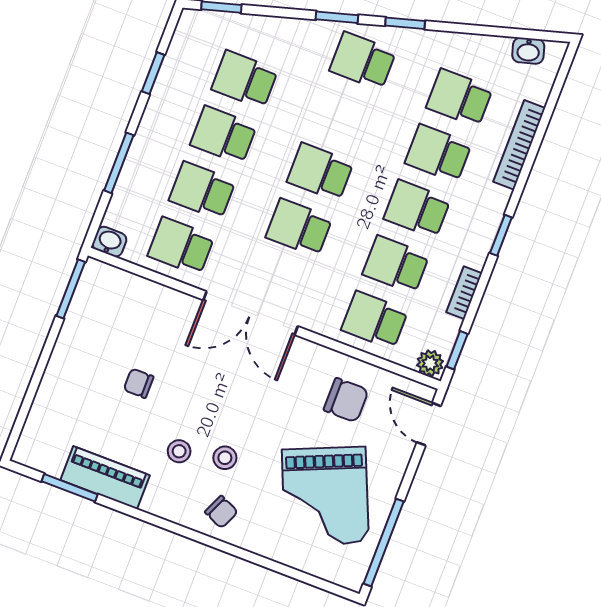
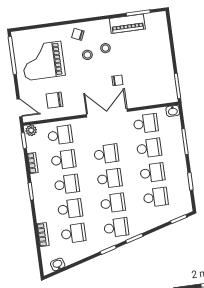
school desk: (341, 116) -> (113, 203), added
bookcase: (519, 145) -> (43, 235), width x0.64
chair: (139, 383) -> (117, 80), moved
grand piano: (325, 496) -> (43, 61), turned -67

